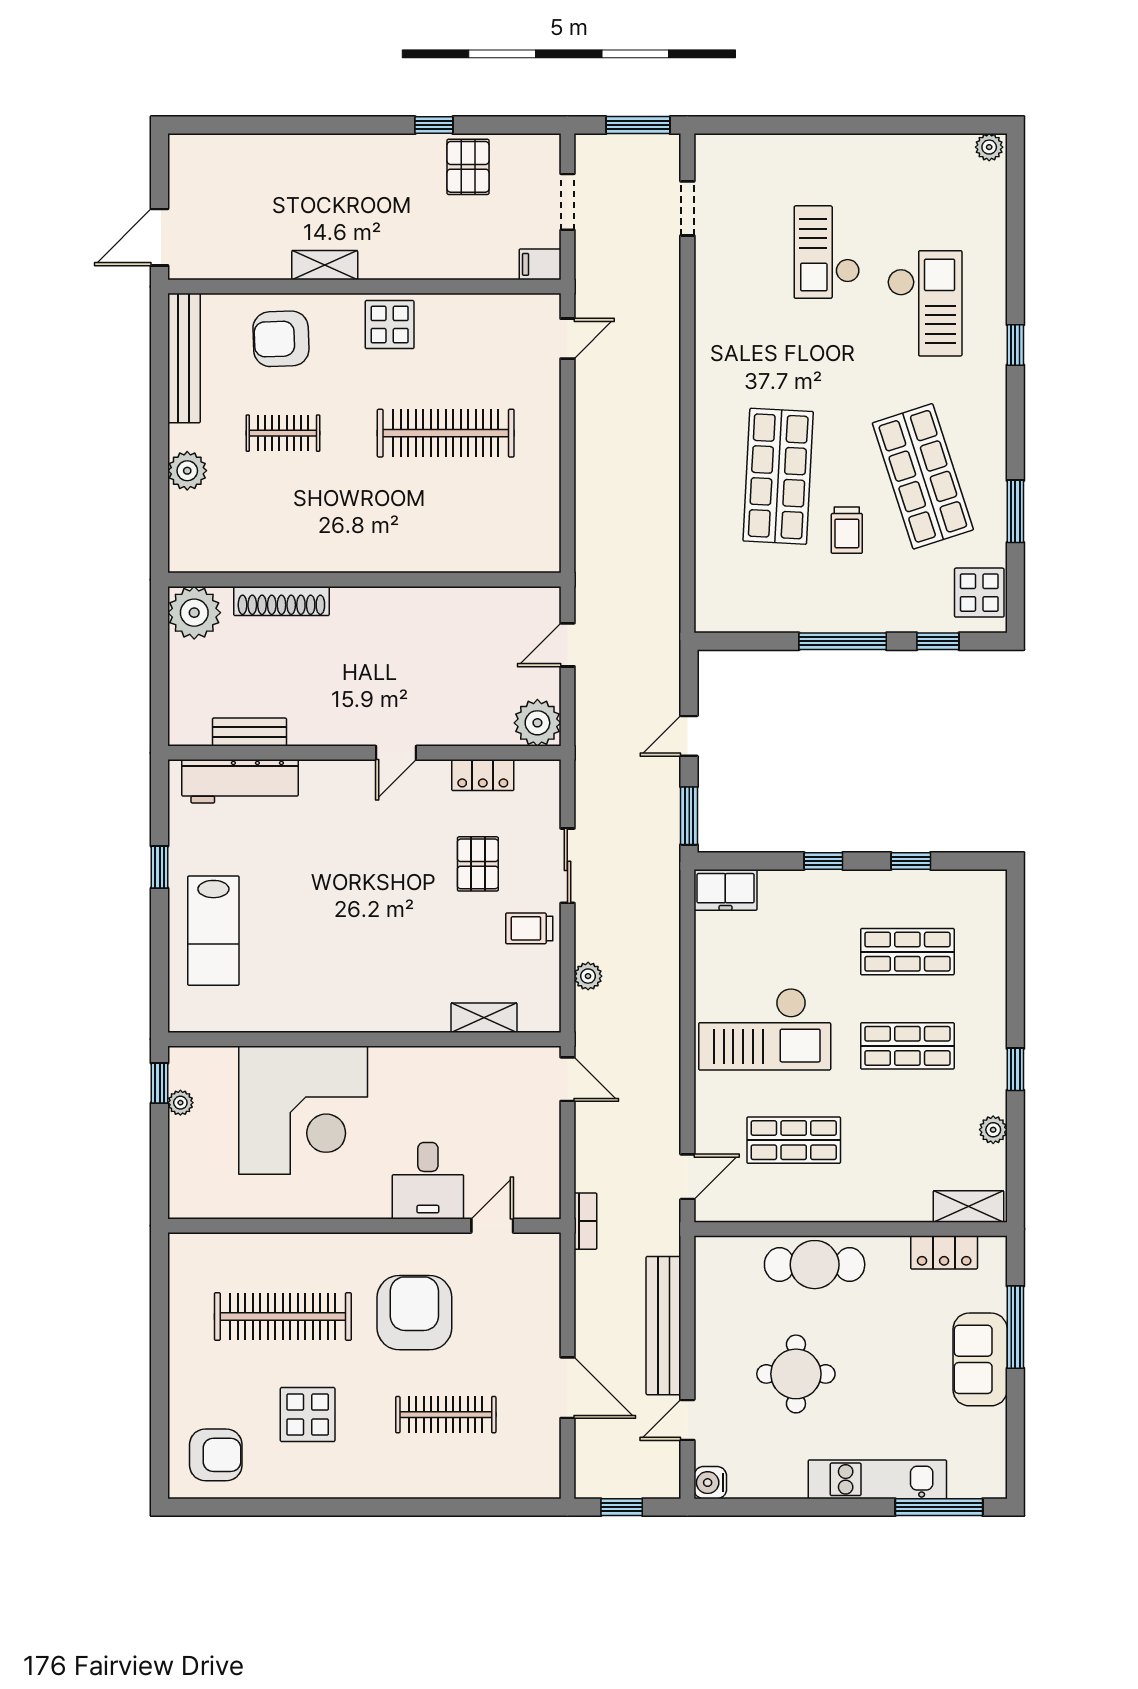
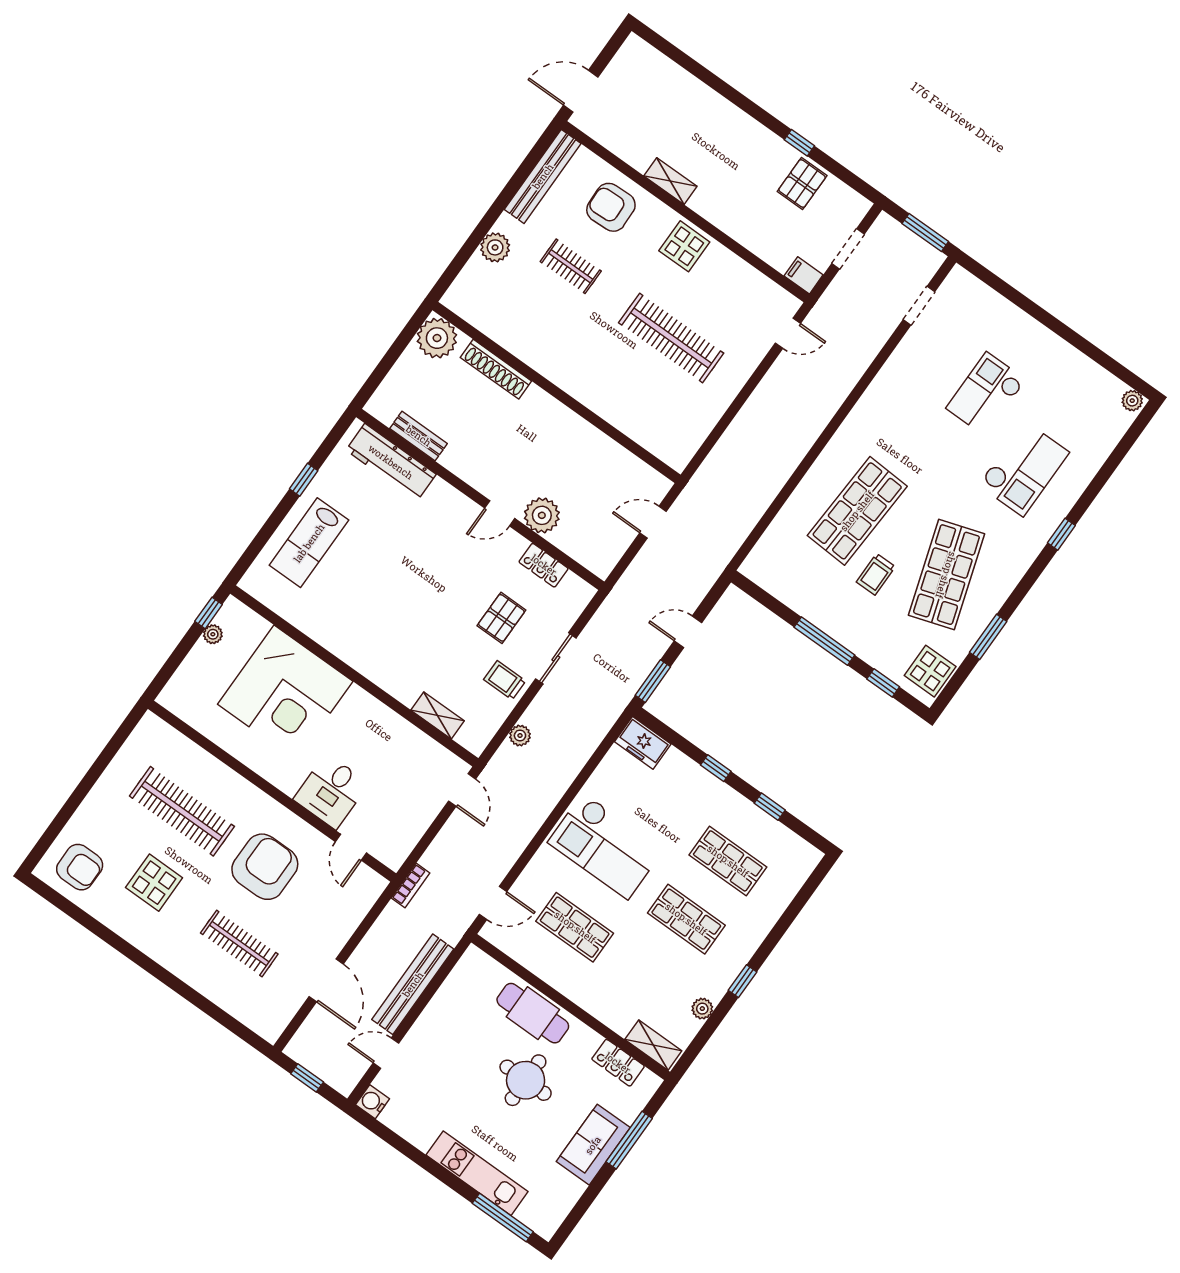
plant: (537, 723) -> (542, 515), moved
door: (492, 1226) -> (351, 847), swing flipped
round table: (796, 1374) -> (526, 1080), moved

